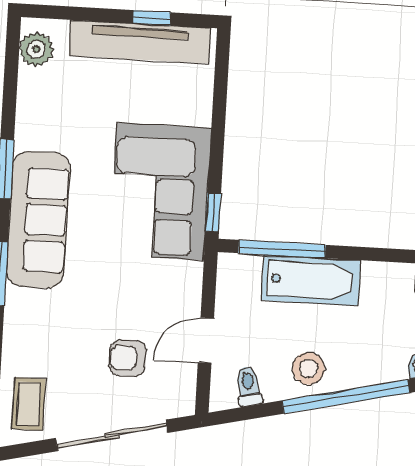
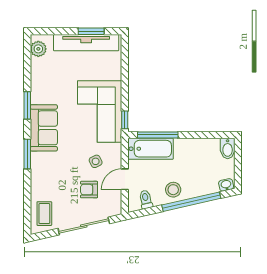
window: (152, 18) -> (91, 31), width x1.50
sofa: (38, 220) -> (44, 128), width x0.73
bathtub: (311, 280) -> (151, 149), moved
side table: (145, 298) -> (96, 161), added

